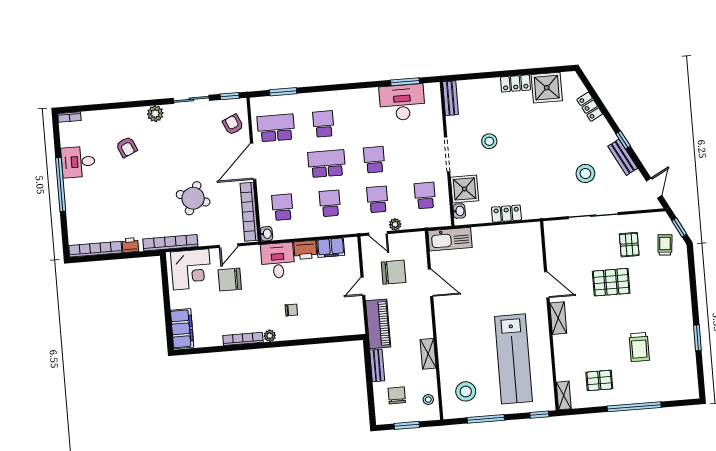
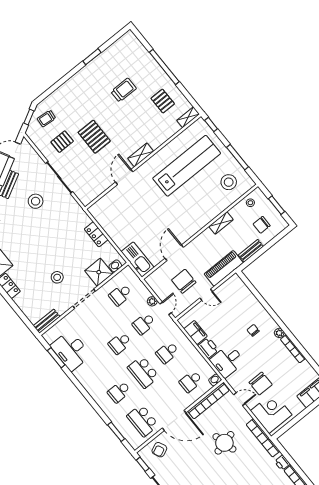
round table: (193, 198) -> (224, 443), turned -35

